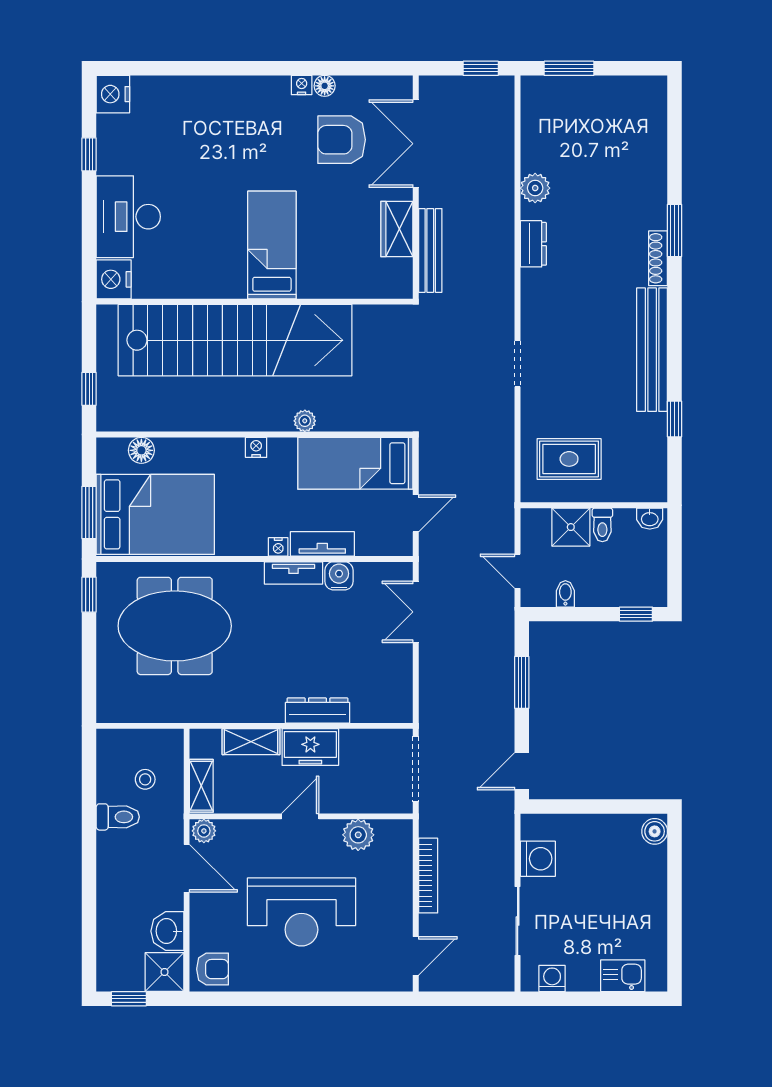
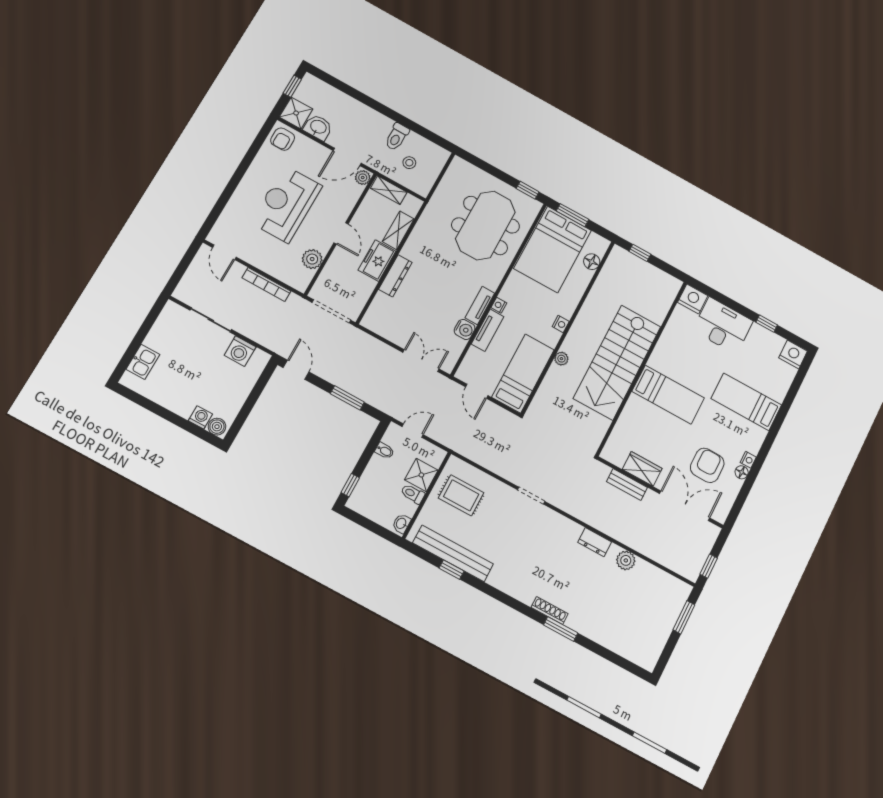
bed: (220, 128) -> (746, 402), added
bench: (430, 250) -> (627, 485), width x0.73
stairs: (235, 340) -> (617, 362), width x0.73
bench: (652, 350) -> (453, 553), moved
rug: (569, 459) -> (461, 495), turned 90
washing machine: (552, 979) -> (200, 417), moved, turned -90

